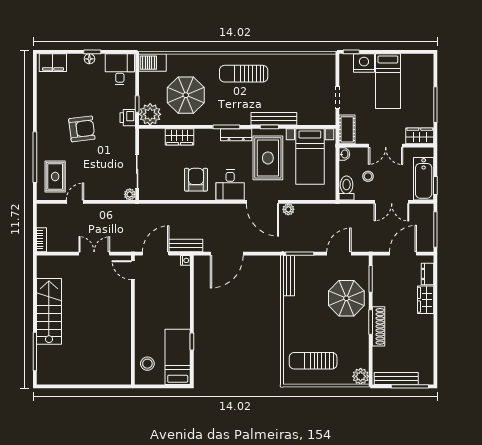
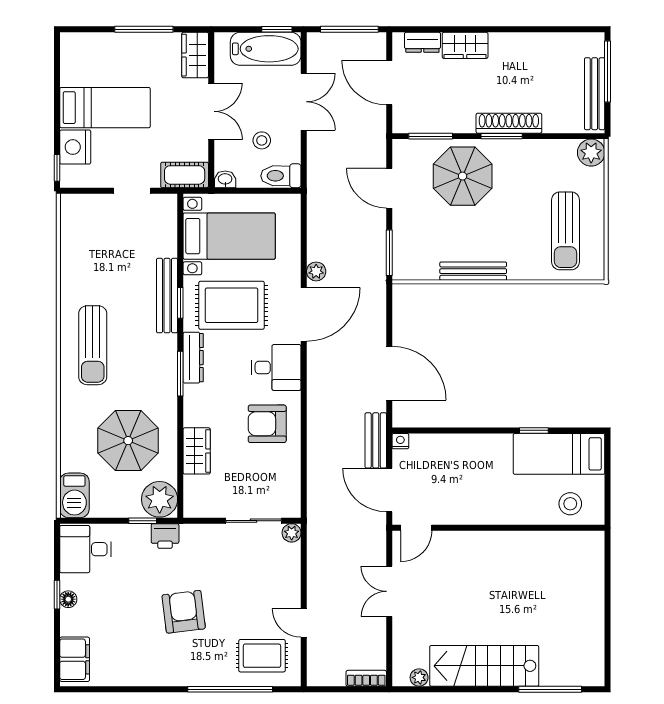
plant: (42, 272) -> (419, 677), added
bench: (289, 276) -> (473, 271), moved

